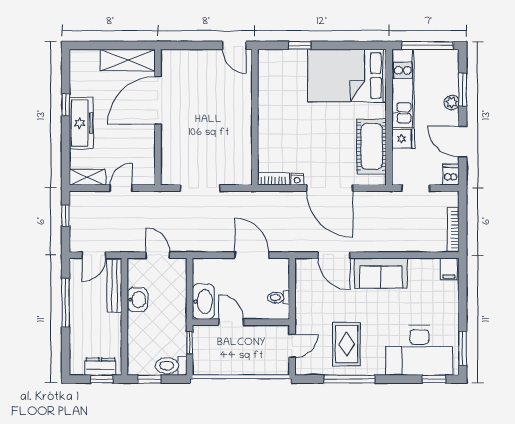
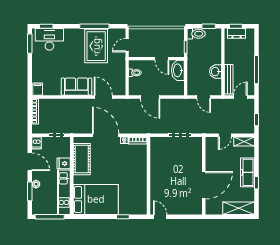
shelving: (128, 60) -> (239, 208), moved
rug: (347, 344) -> (96, 46), width x1.36, depth x1.43
desk: (419, 350) -> (49, 39), width x0.73, depth x0.77

